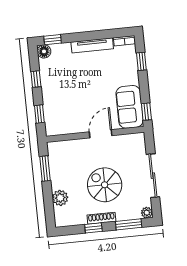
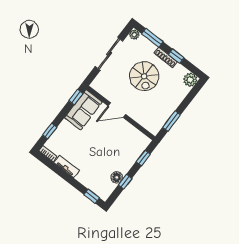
tv unit: (92, 45) -> (67, 166), width x0.71
floor lamp: (44, 51) -> (117, 177), moved
plant: (60, 198) -> (190, 80), moved

